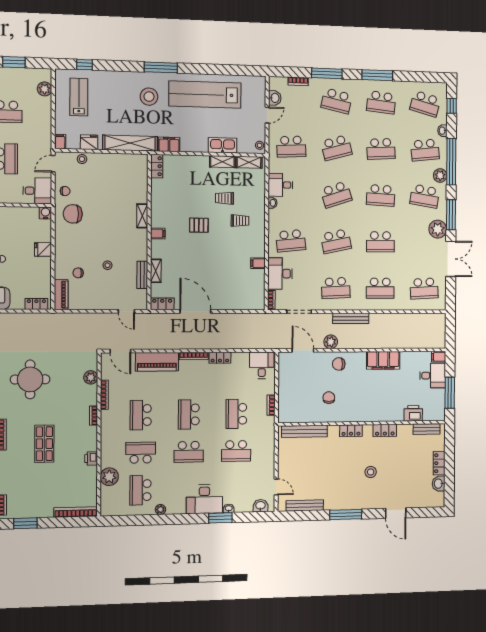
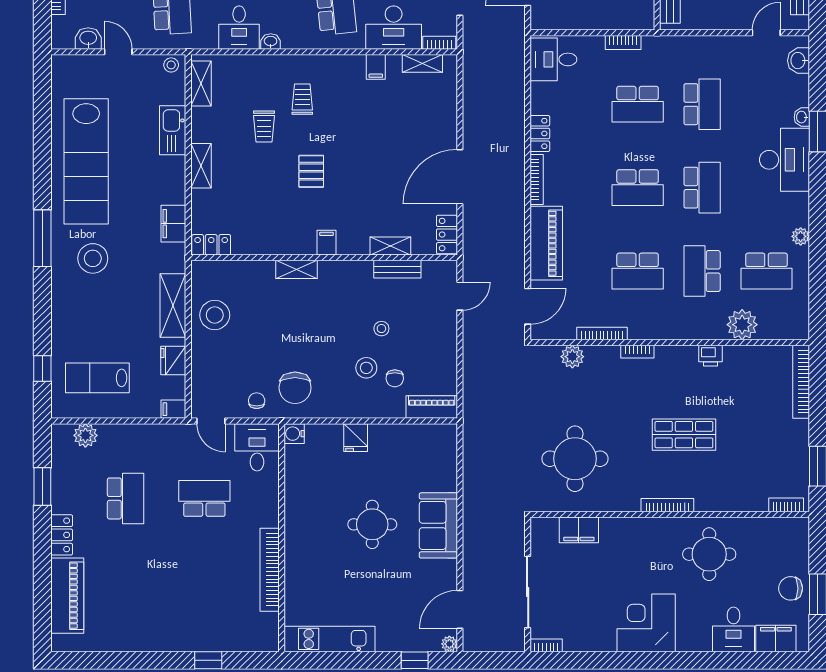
shelving: (130, 143) -> (173, 305), width x0.68
stool: (82, 159) -> (215, 315), moved, width x1.89, depth x1.89
shelving: (222, 162) -> (201, 166), moved
stool: (84, 256) -> (366, 368), added
shelving: (260, 290) -> (422, 63), added
locker: (36, 304) -> (448, 448), removed

